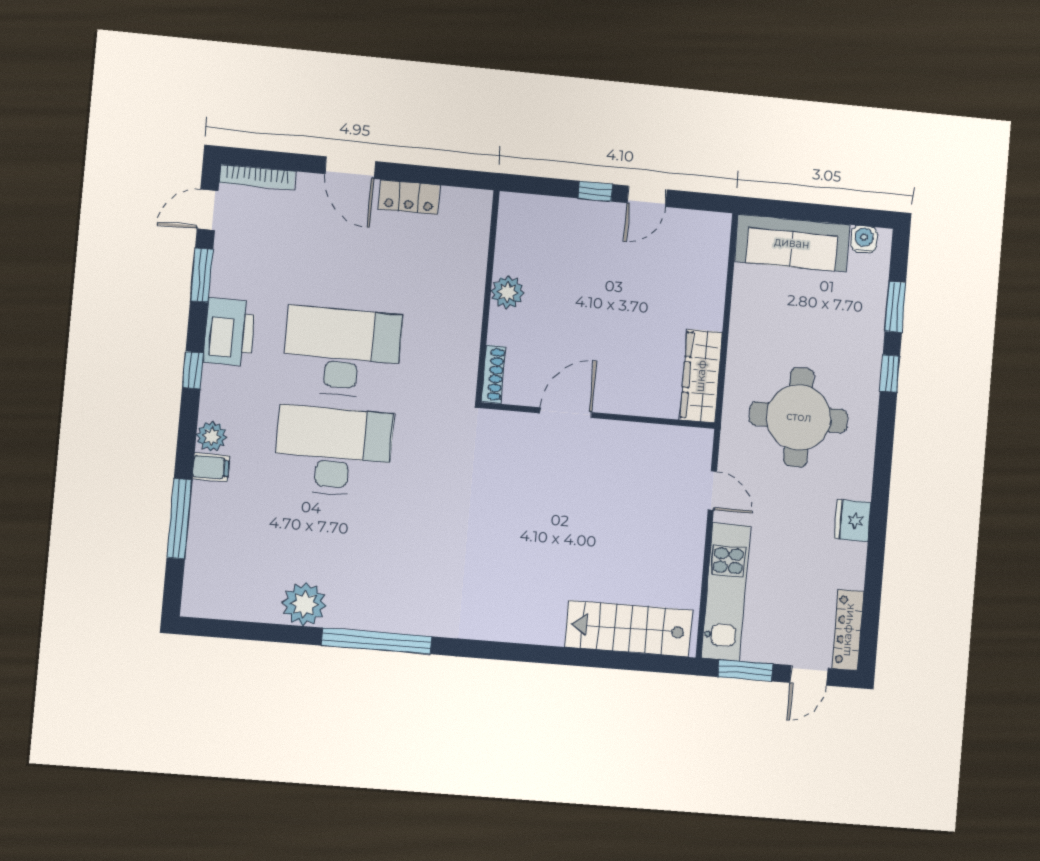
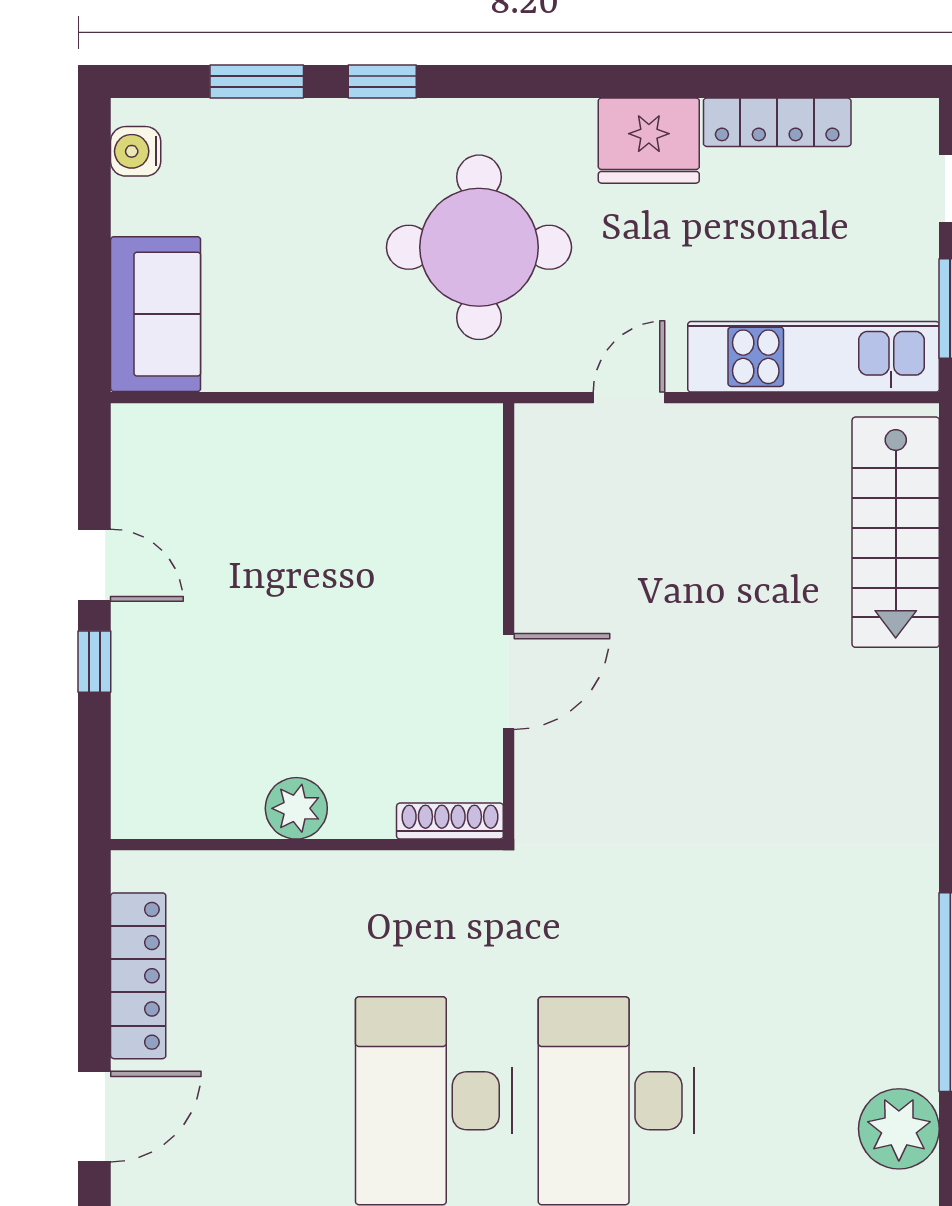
locker: (409, 197) -> (138, 976), width x1.53
sofa: (792, 243) -> (156, 314), width x0.73
wardrobe: (701, 376) -> (418, 436), removed
door: (566, 413) -> (509, 681), swing flipped
fridge: (853, 521) -> (649, 141), width x1.36, depth x1.34
locker: (848, 630) -> (777, 122), moved

